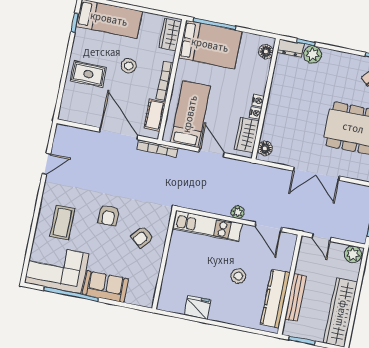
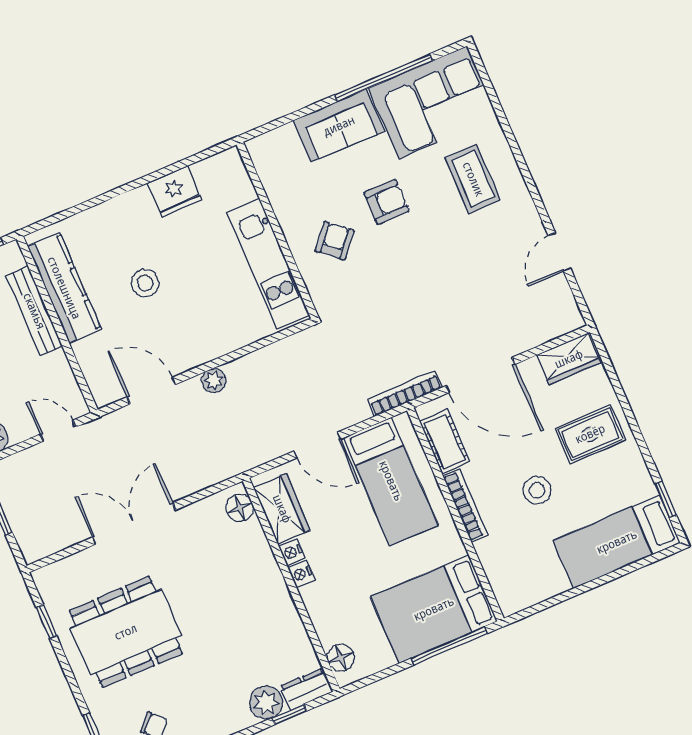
wardrobe: (170, 35) -> (569, 359), moved, turned 90
armchair: (109, 215) -> (387, 202), moved, turned 90
kitchen unit: (207, 226) -> (268, 264), moved, turned -90

